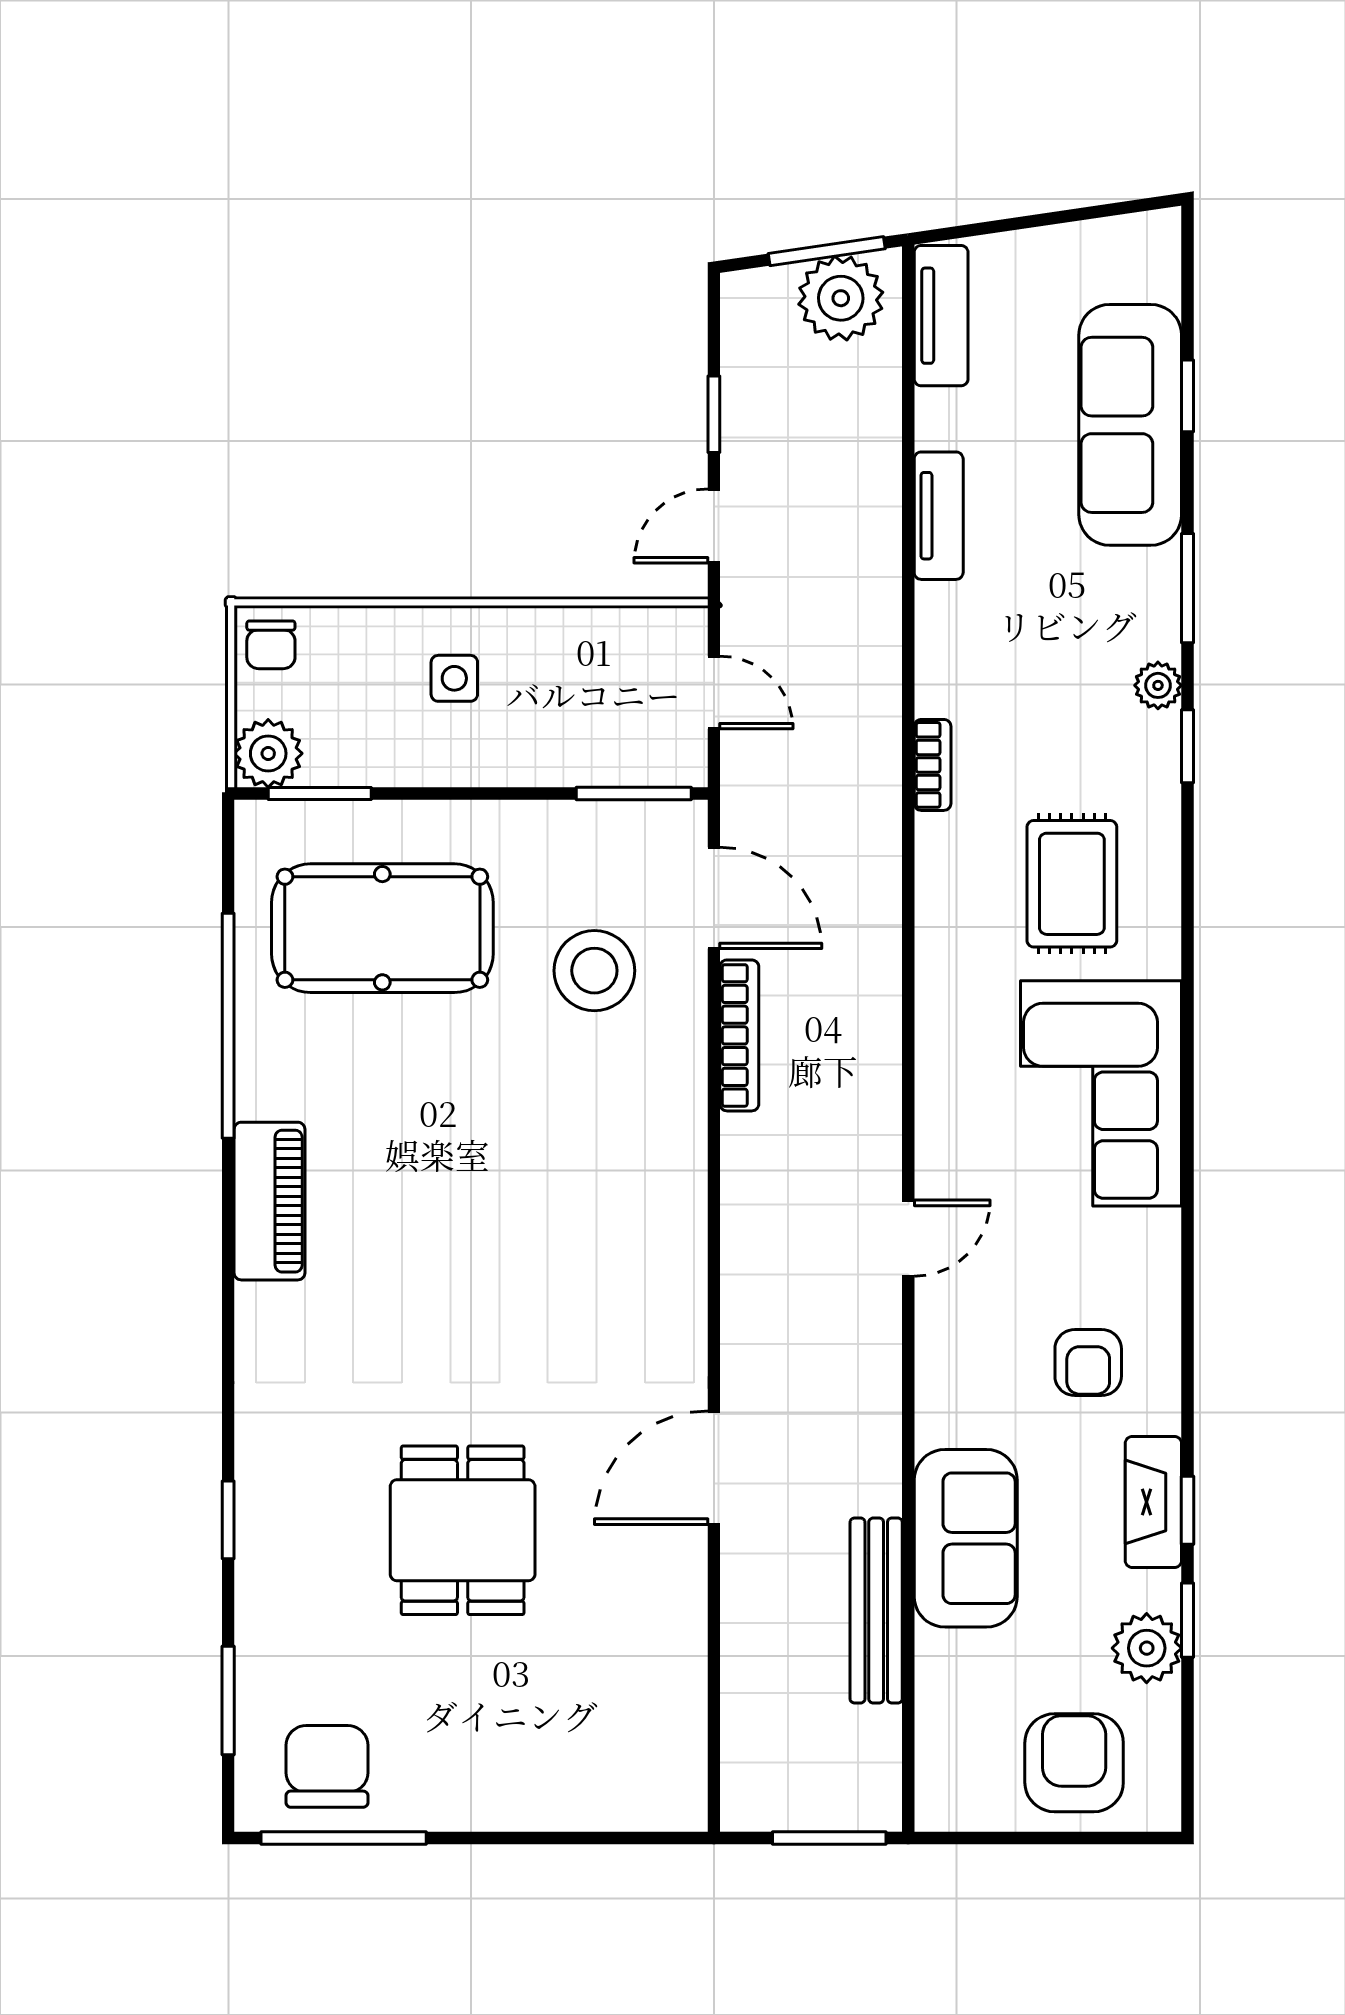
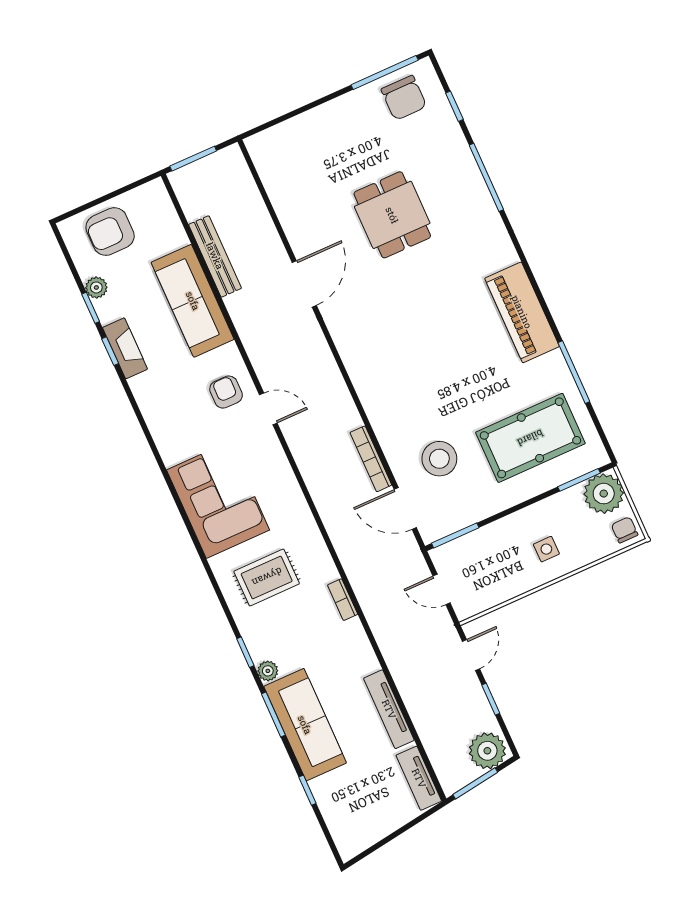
plant: (841, 298) -> (487, 751), moved
sofa: (1130, 425) -> (305, 725), moved
tv unit: (939, 516) -> (389, 709), width x1.41
plant: (268, 753) -> (604, 494), width x1.36, depth x1.36
rug: (1072, 884) -> (267, 577), turned 90
window: (228, 1026) -> (574, 372), width x0.68
piano: (270, 1201) -> (522, 312), width x1.37, depth x1.33
door: (908, 1238) -> (268, 409), swing flipped
armchair: (1088, 1362) -> (226, 392), moved
window: (228, 1520) -> (486, 177), width x2.17
sofa: (966, 1538) -> (193, 301), width x1.36
plant: (1147, 1648) -> (96, 287), width x0.73, depth x0.73
window: (228, 1700) -> (454, 106), width x0.67
armchair: (1074, 1763) -> (110, 232), turned 90

